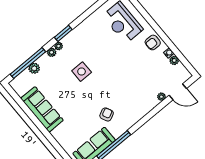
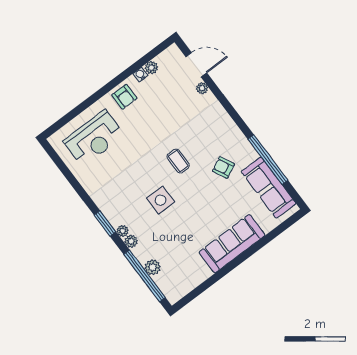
coffee table: (110, 82) -> (178, 161), added
door: (178, 92) -> (196, 65), hinge flipped
sofa: (42, 109) -> (232, 244), moved

